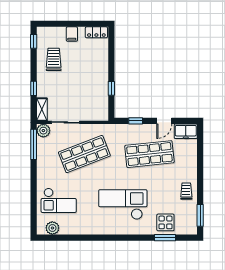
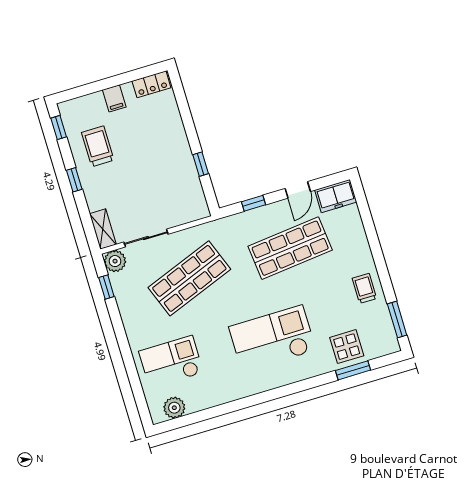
window: (34, 88) -> (74, 180), moved
window: (34, 144) -> (106, 287), width x0.46
checkout: (59, 200) -> (171, 362), turned 180

